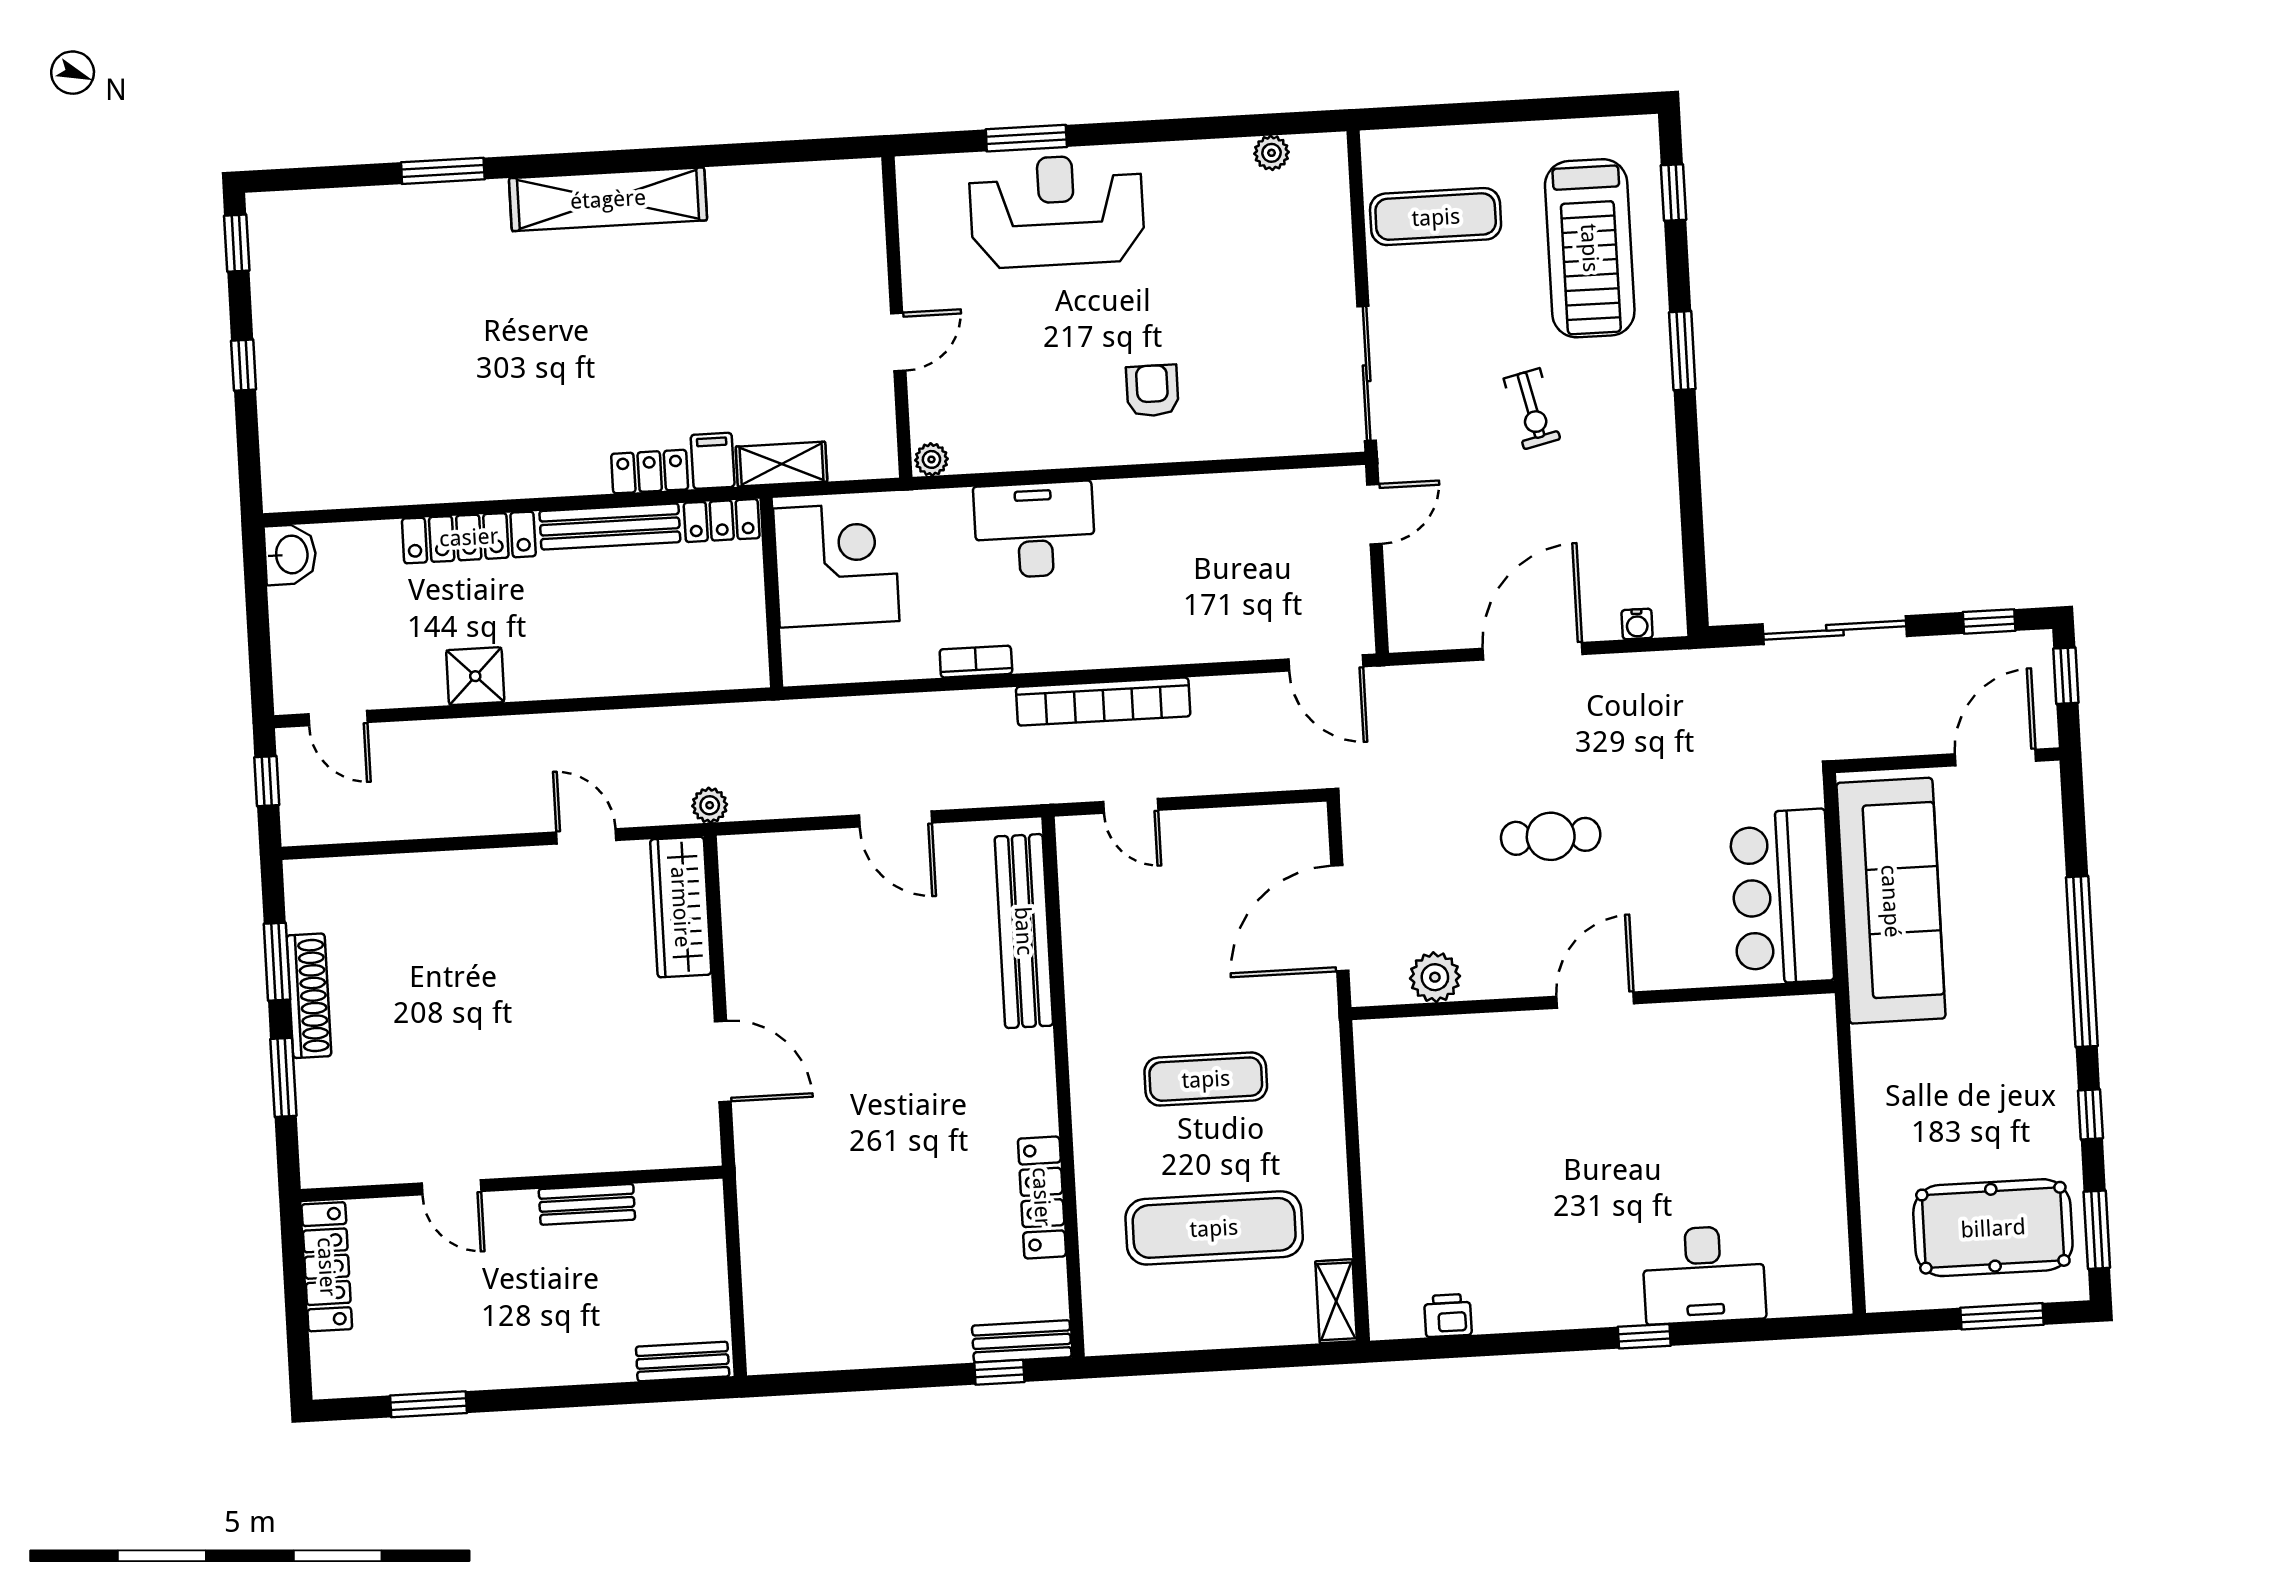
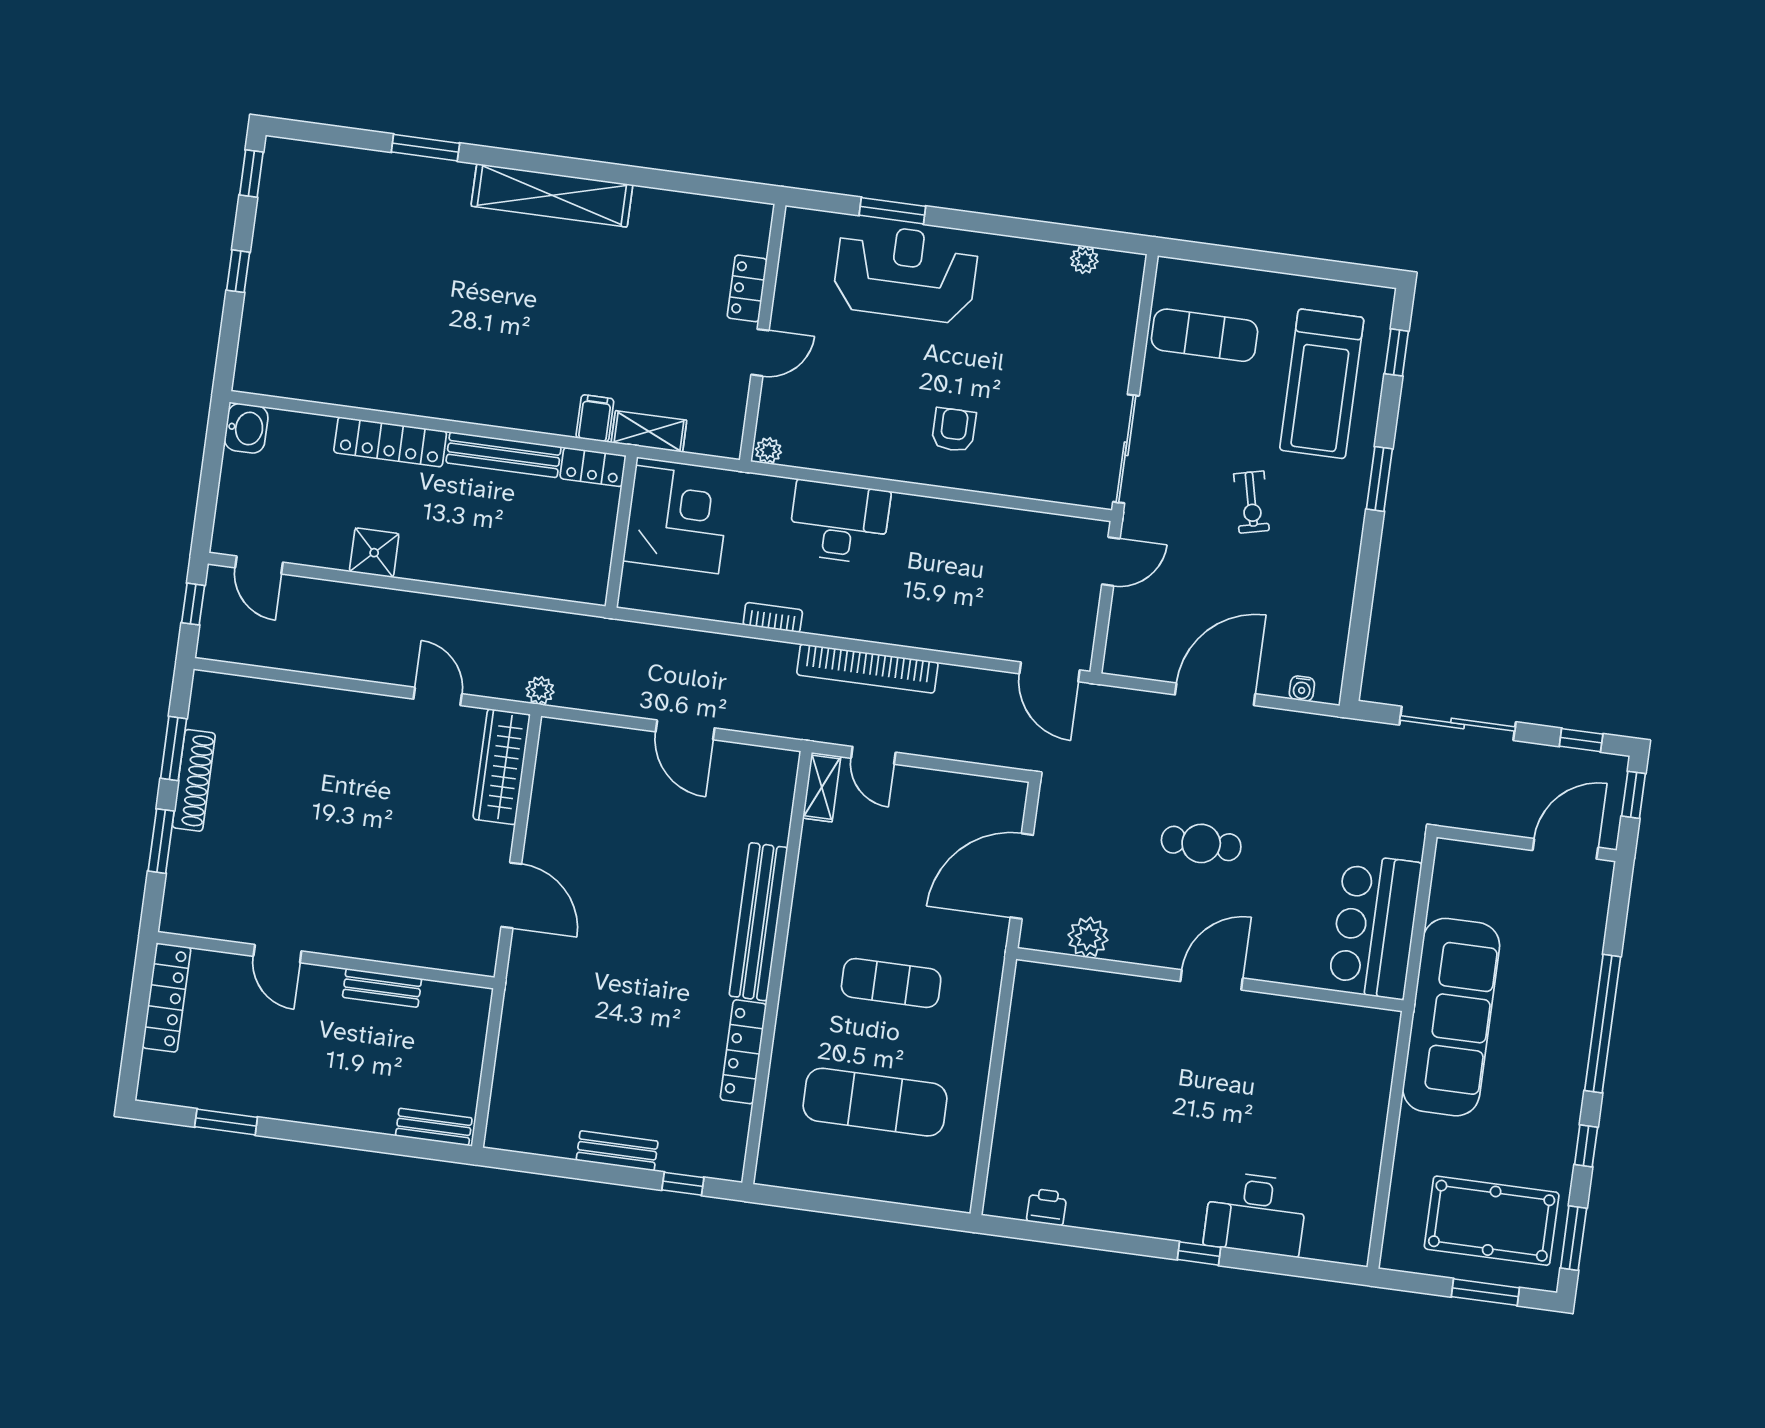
locker: (650, 472) -> (747, 288), moved, turned -90
sofa: (1891, 901) -> (1451, 1017), moved
bench: (1024, 931) -> (758, 922), moved
shelving: (1336, 1301) -> (822, 787), moved
bench: (1022, 1341) -> (617, 1151), moved

